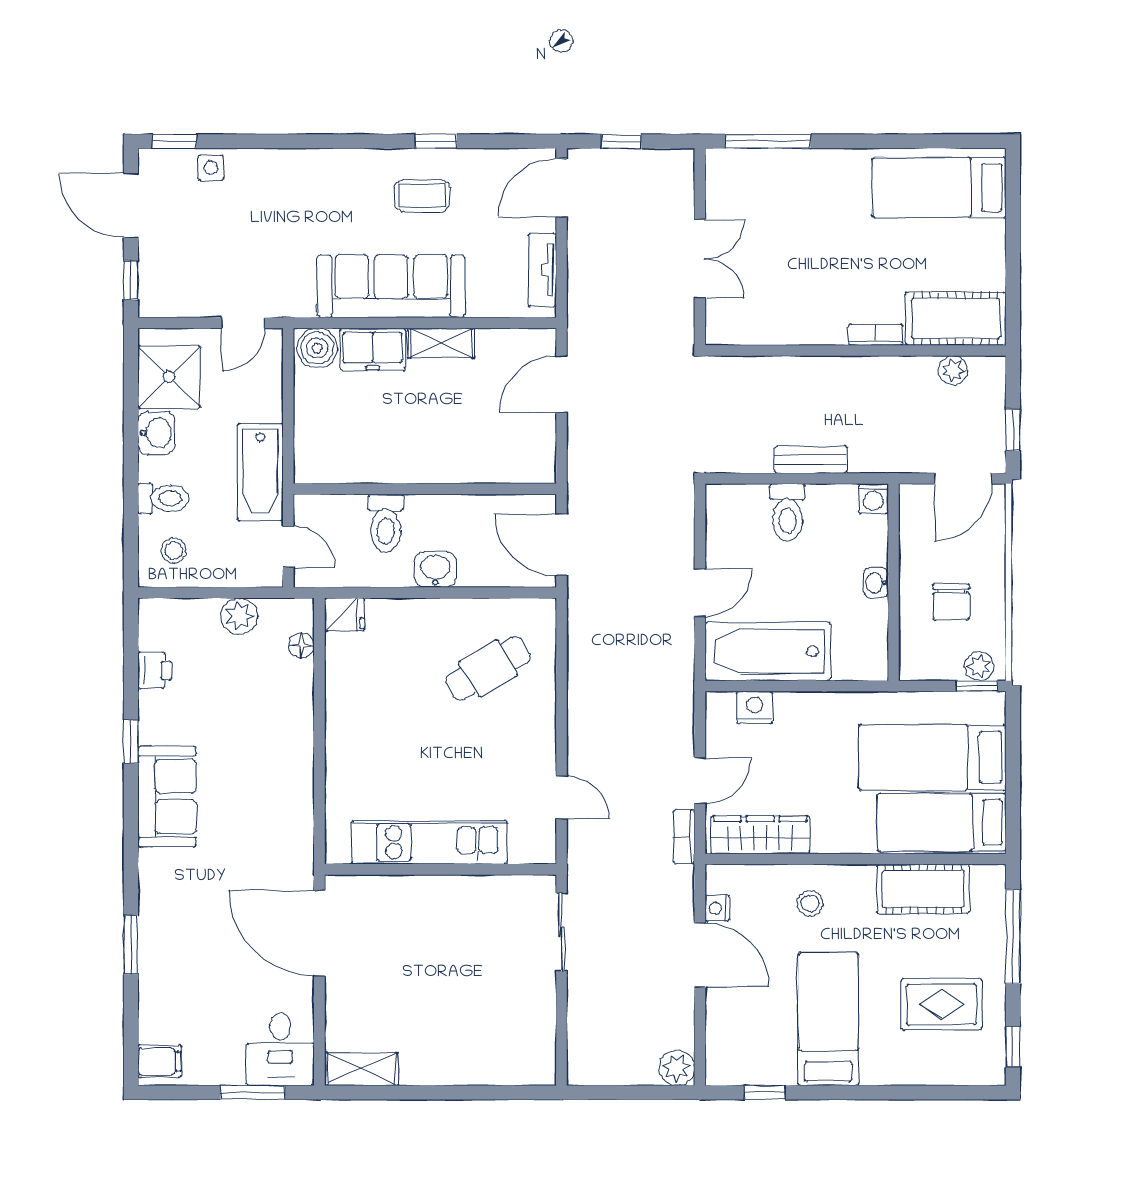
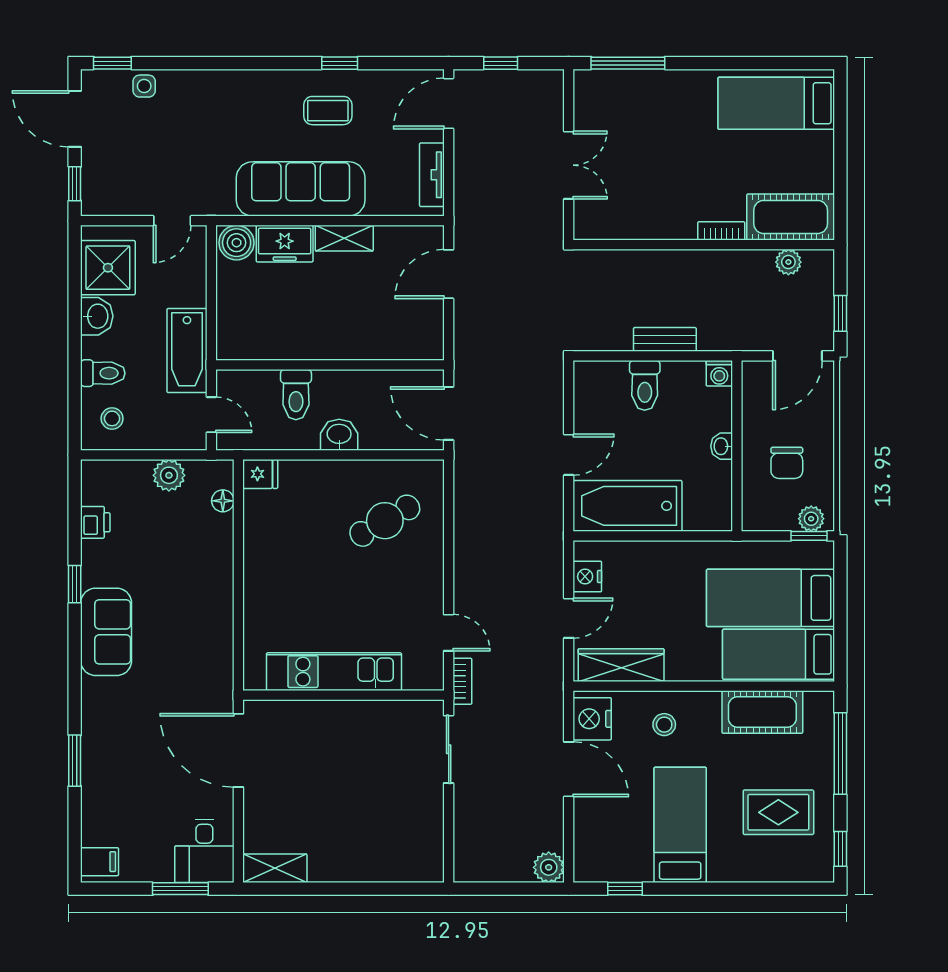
nightstand: (755, 708) -> (587, 576), moved, turned -90
bookcase: (684, 836) -> (462, 681), moved, turned 180
nightstand: (717, 908) -> (592, 719), width x1.89, depth x1.79

